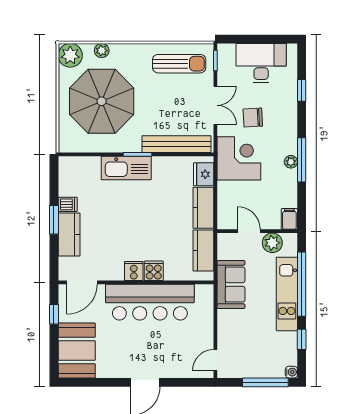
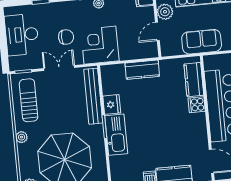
plant: (102, 51) -> (22, 137), moved
chair: (253, 118) -> (66, 37), turned -87
fridge: (204, 174) -> (112, 104), moved, turned -90
kitchen counter: (203, 250) -> (194, 80), moved, turned 90
cooker: (134, 271) -> (198, 121), removed

